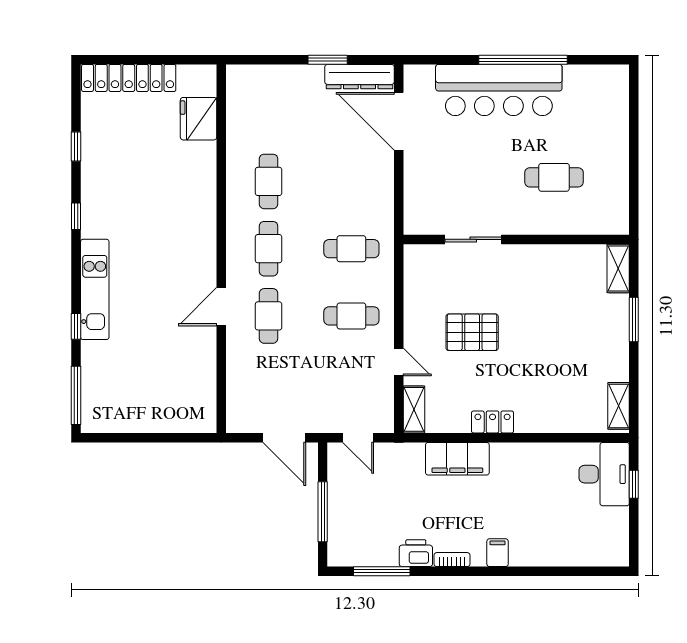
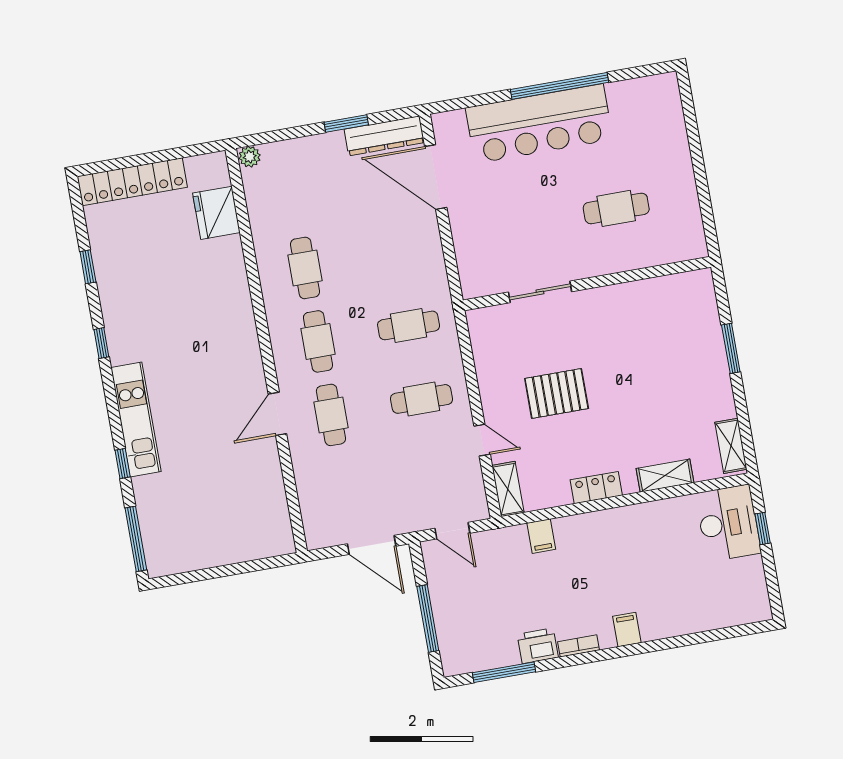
plant: (237, 74) -> (250, 157), added
shelving: (618, 269) -> (665, 476), moved, turned 90
filing cabinet: (457, 459) -> (541, 536), width x0.33, depth x0.86

